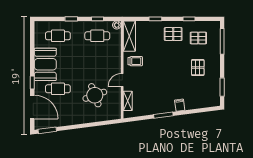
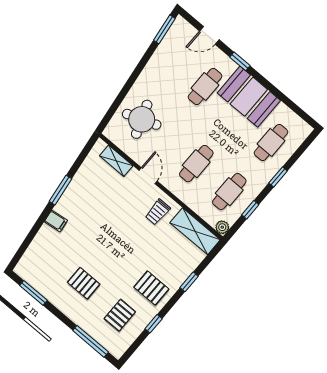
pallet: (173, 34) -> (151, 288), turned 90
cafe table: (97, 62) -> (196, 164), added
round table: (95, 95) -> (142, 119), moved
door: (32, 107) -> (209, 35), width x0.53

